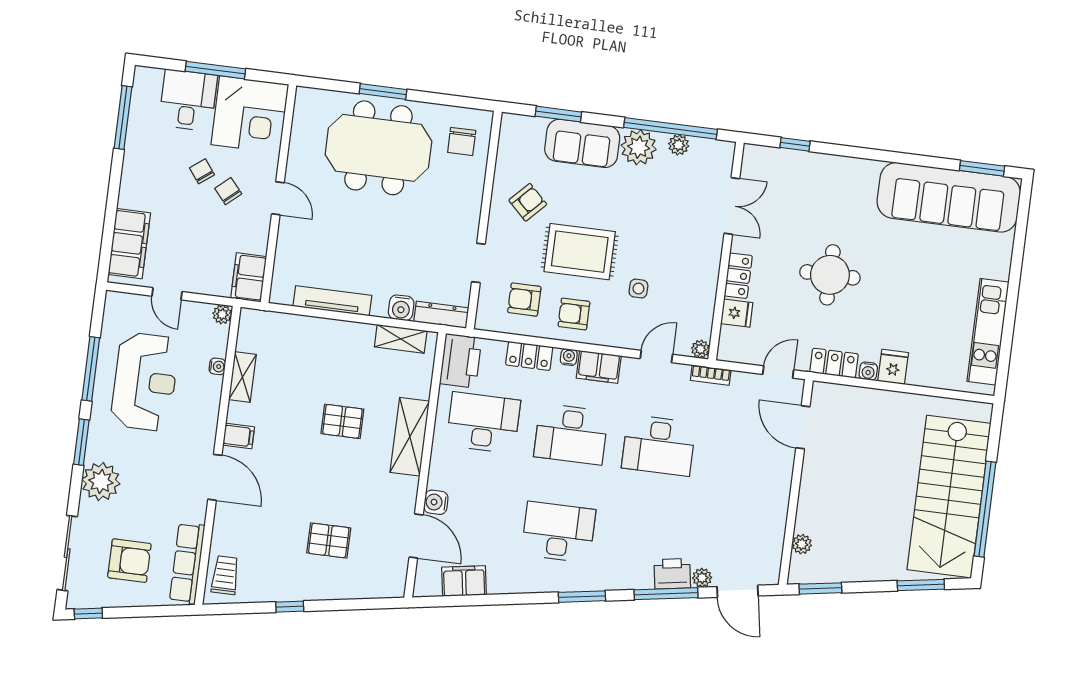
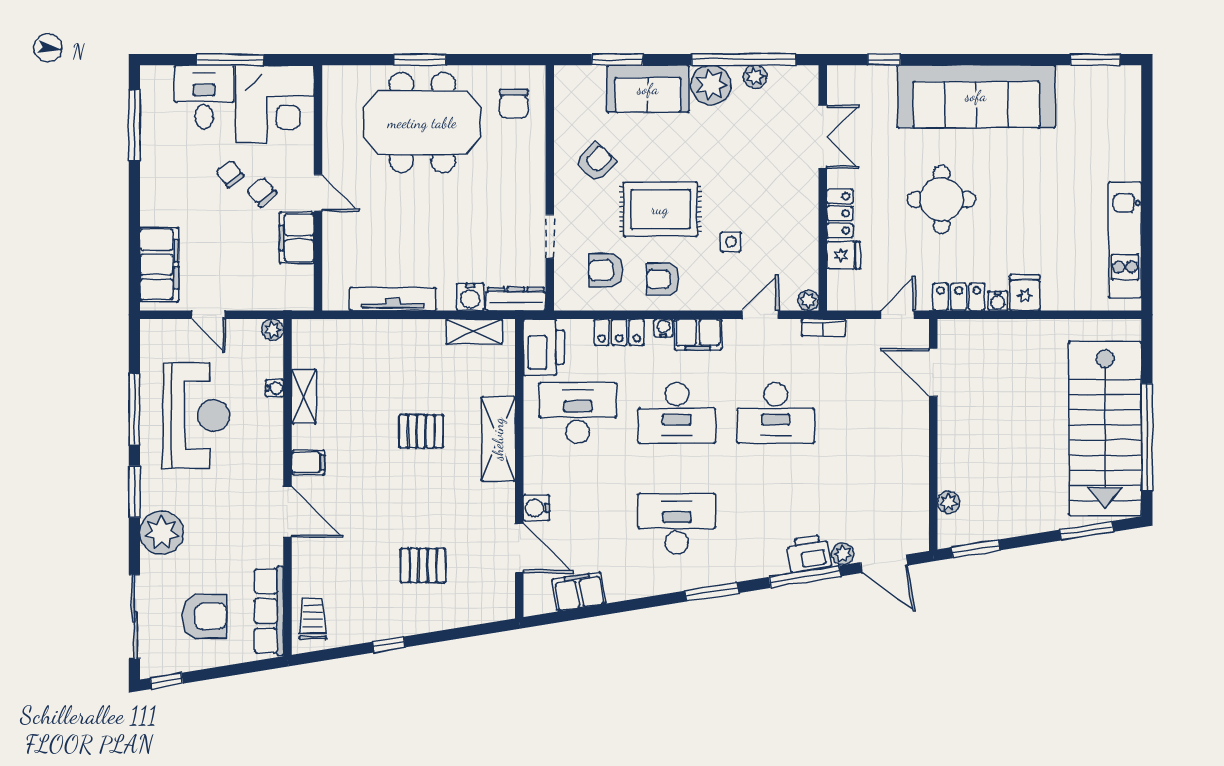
sofa: (949, 197) -> (976, 96), moved
filing cabinet: (249, 277) -> (297, 238), moved

